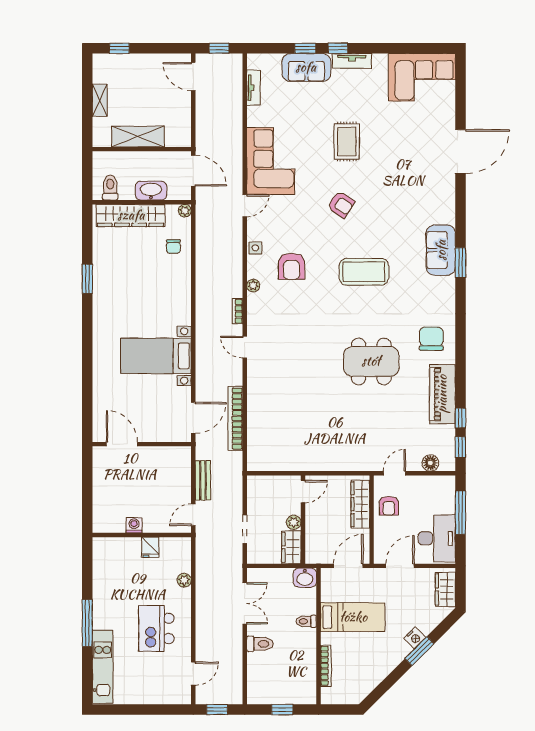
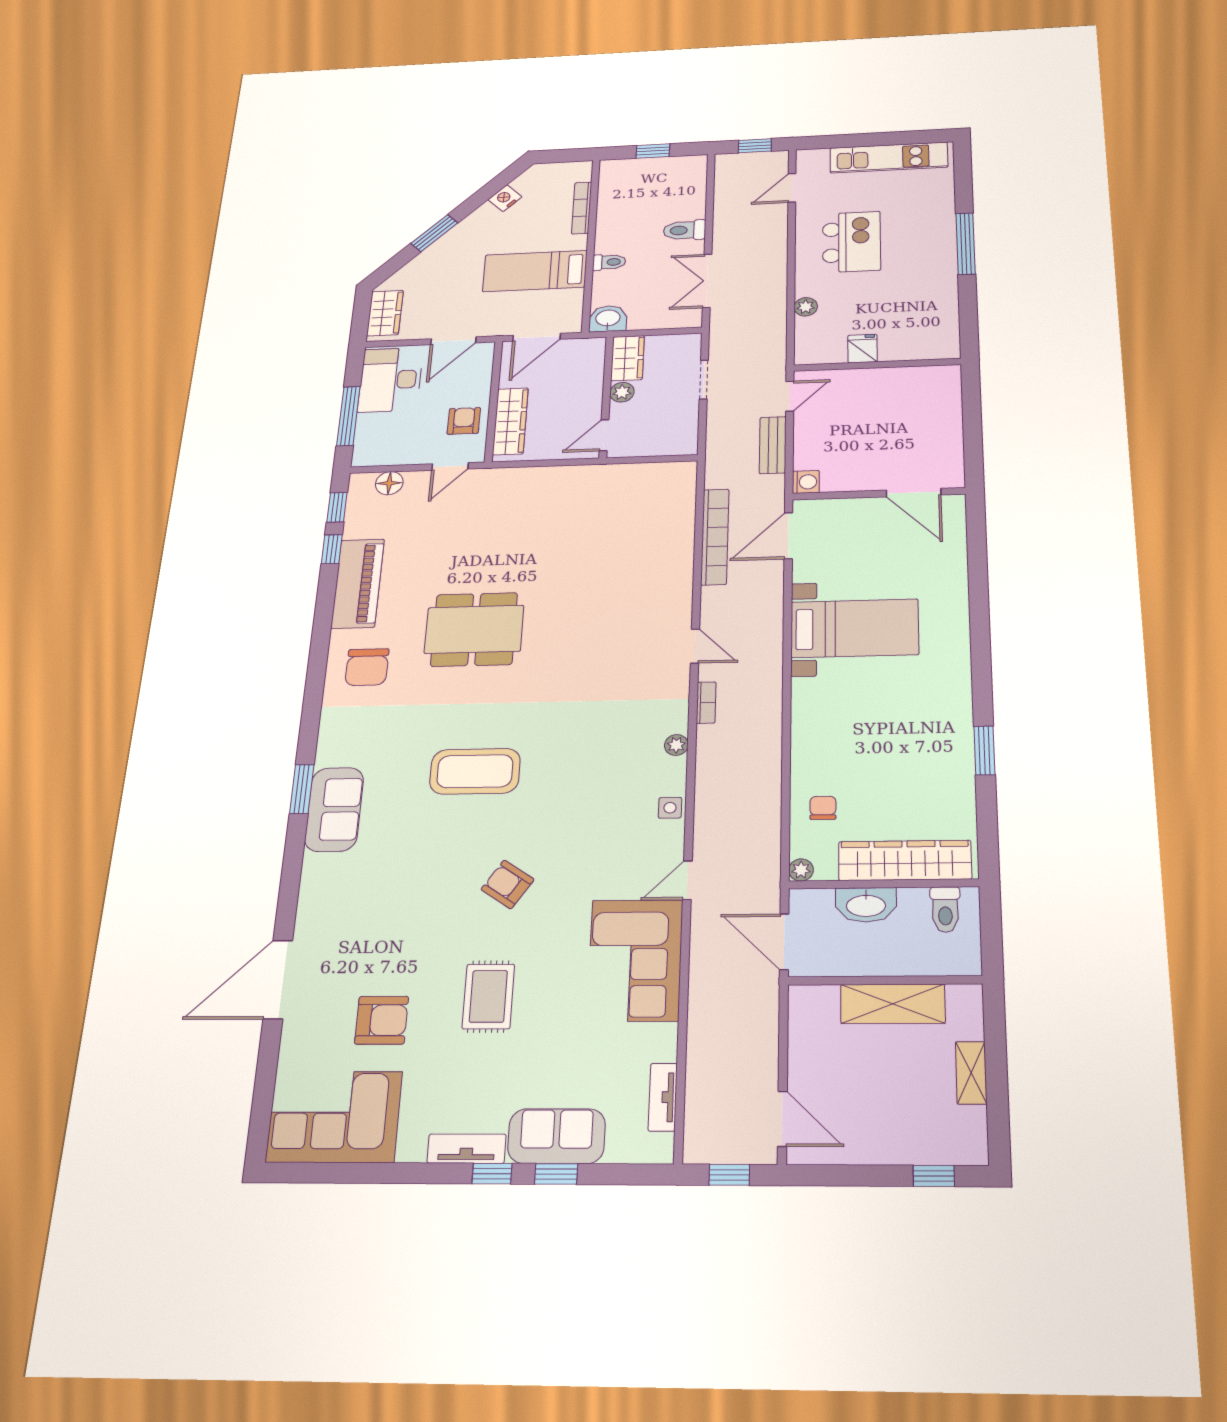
armchair: (292, 266) -> (382, 1020), moved, turned 90
washing machine: (134, 525) -> (806, 482), moved, turned -90
nightstand: (415, 638) -> (505, 198), moved
kitchen unit: (103, 667) -> (889, 158), moved, turned -90

